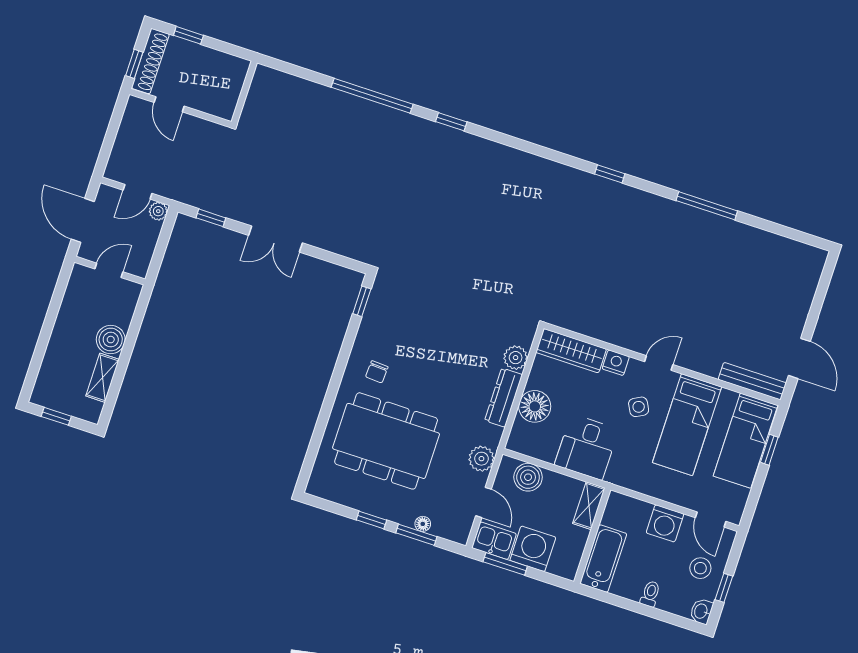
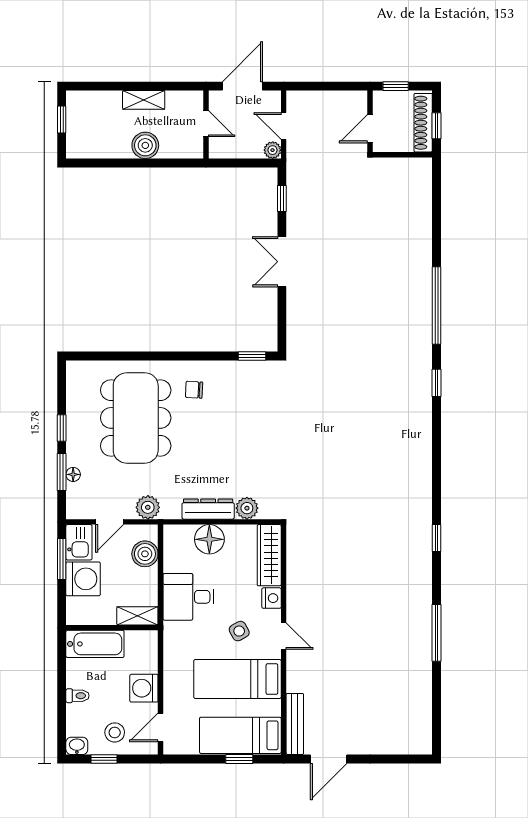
shoe rack: (150, 61) -> (423, 123), moved, turned 90
wall: (244, 92) -> (402, 155), moved
shelving: (102, 378) -> (144, 100), moved

